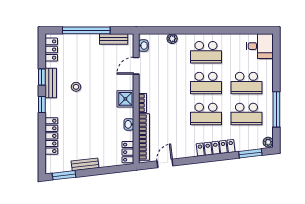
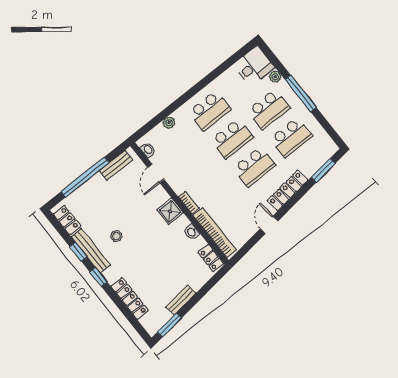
bench: (51, 83) -> (91, 251), width x1.36
window: (276, 109) -> (301, 93), moved
plant: (268, 142) -> (275, 77), moved
door: (165, 163) -> (269, 225), moved

